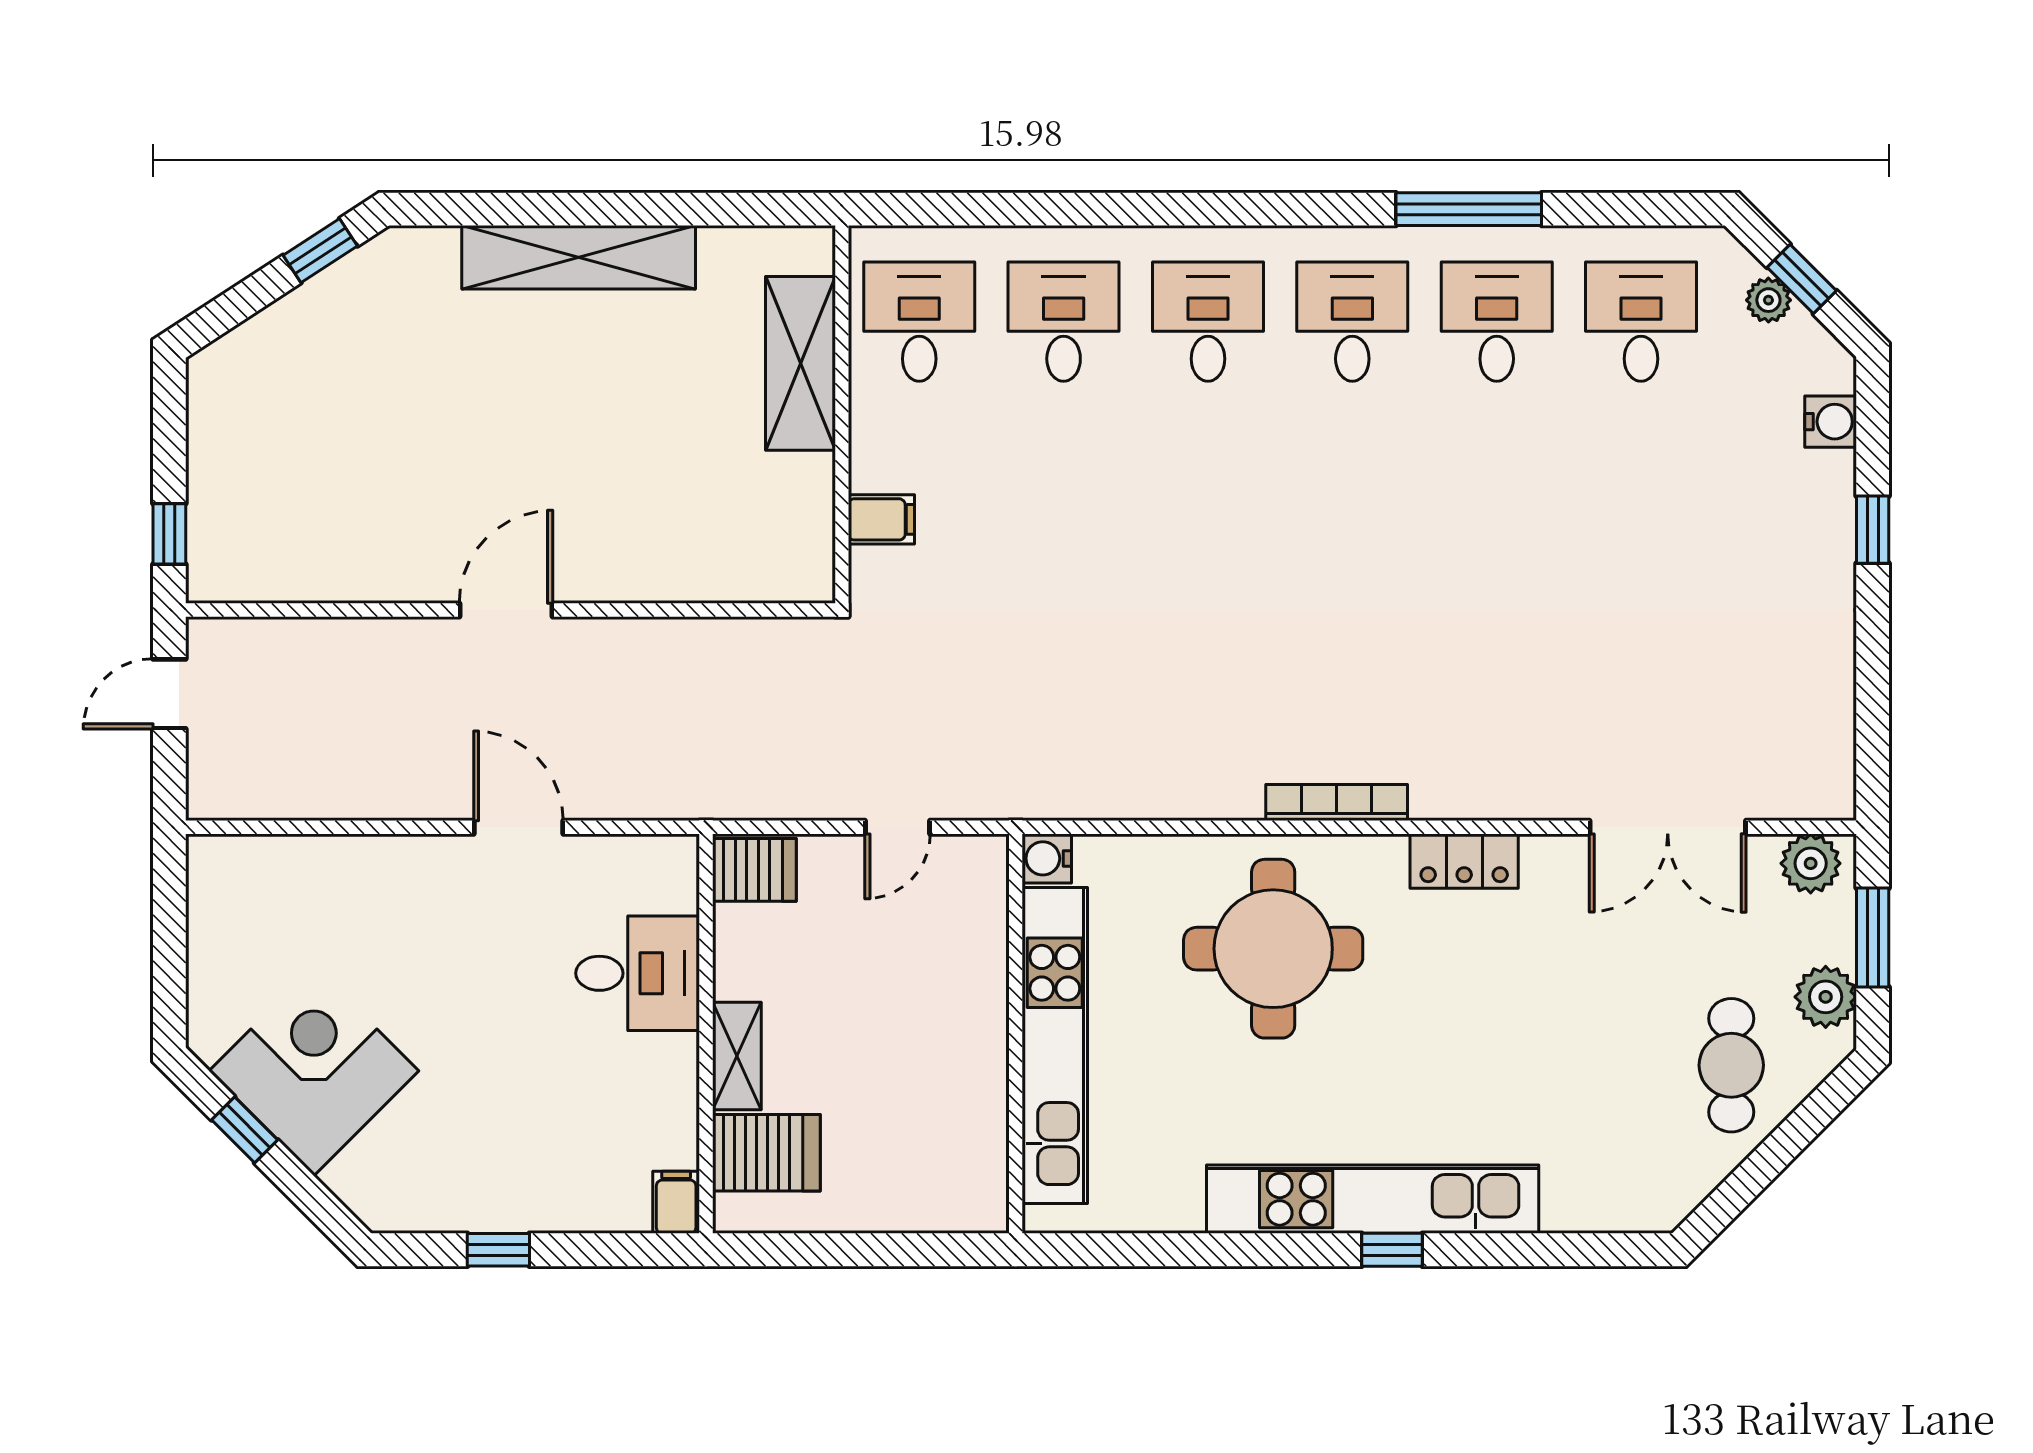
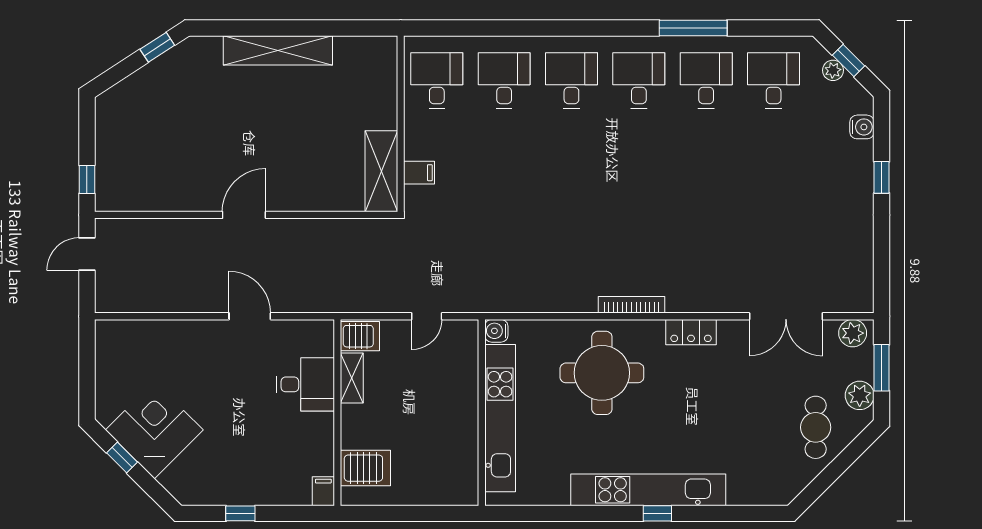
shelving: (800, 363) -> (381, 171), moved
shelving: (737, 1056) -> (352, 378), moved

